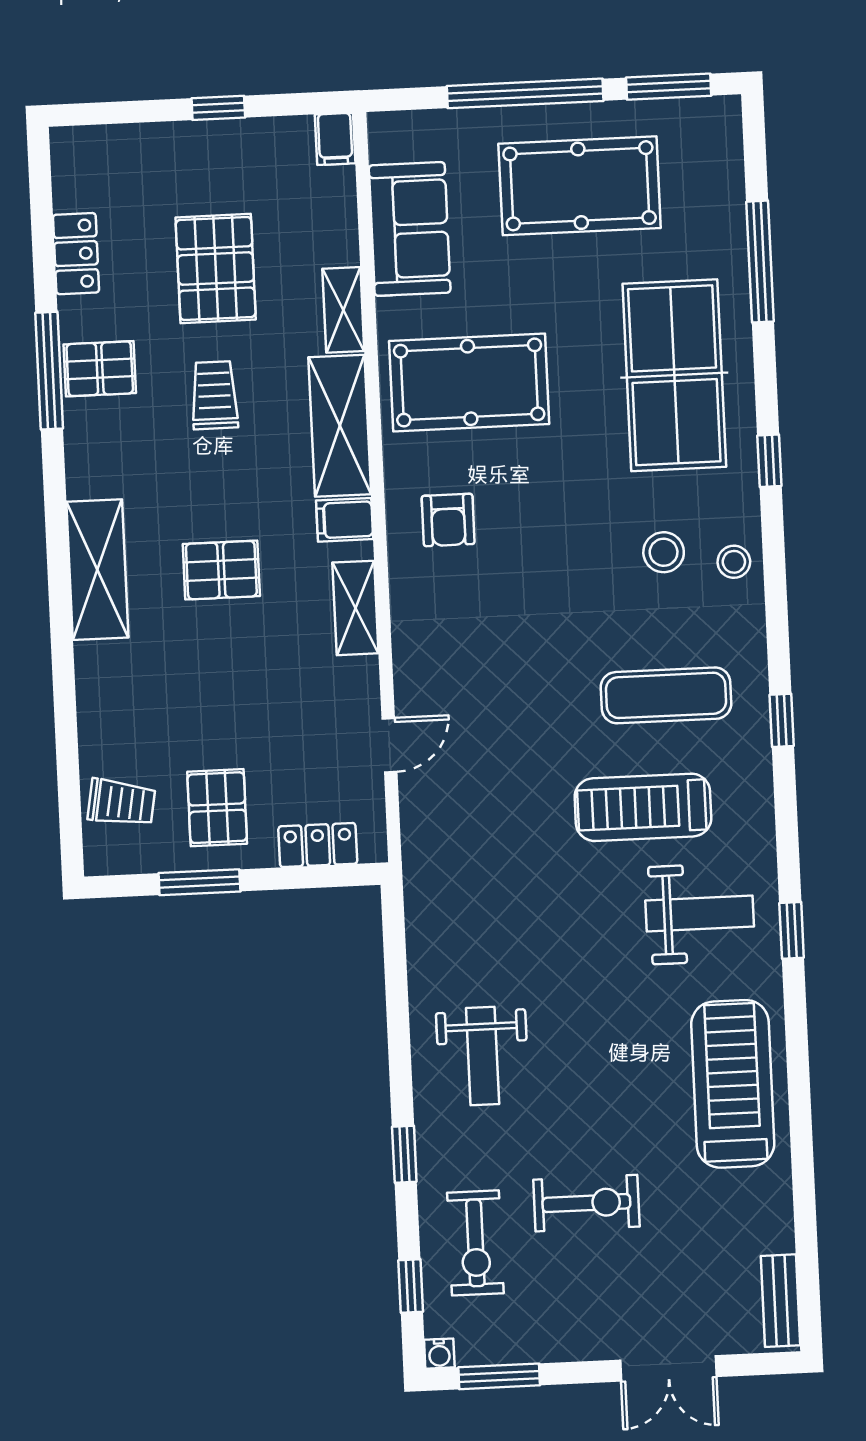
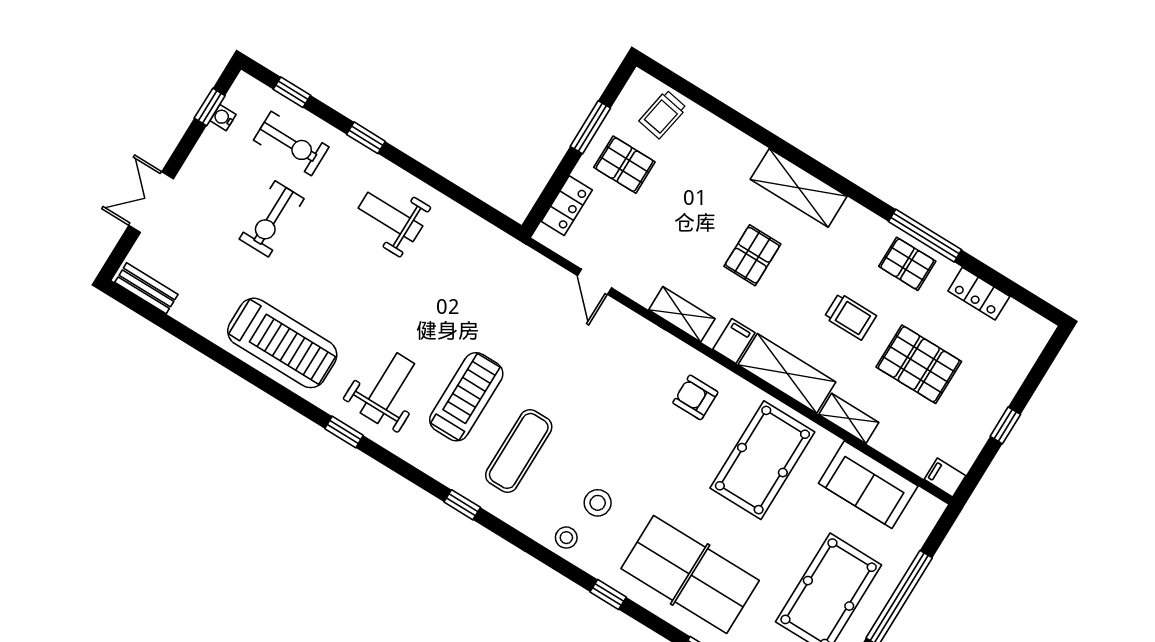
pallet: (100, 369) -> (907, 264), turned 90
weight bench: (700, 913) -> (387, 388), turned 180
exercise bike: (475, 1243) -> (291, 144), turned 180
water cooler: (439, 1354) -> (223, 118), moved
window: (499, 1376) -> (210, 107), width x0.67

